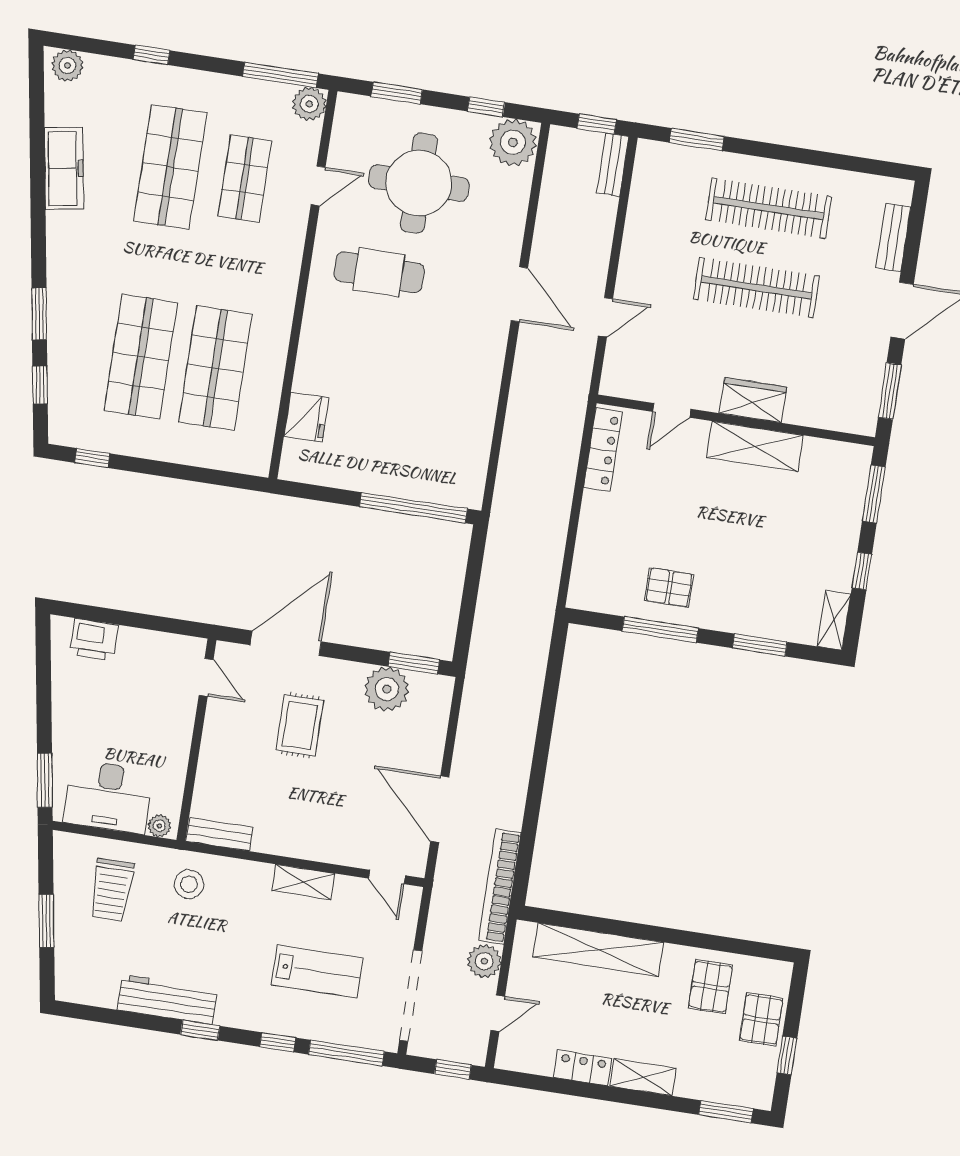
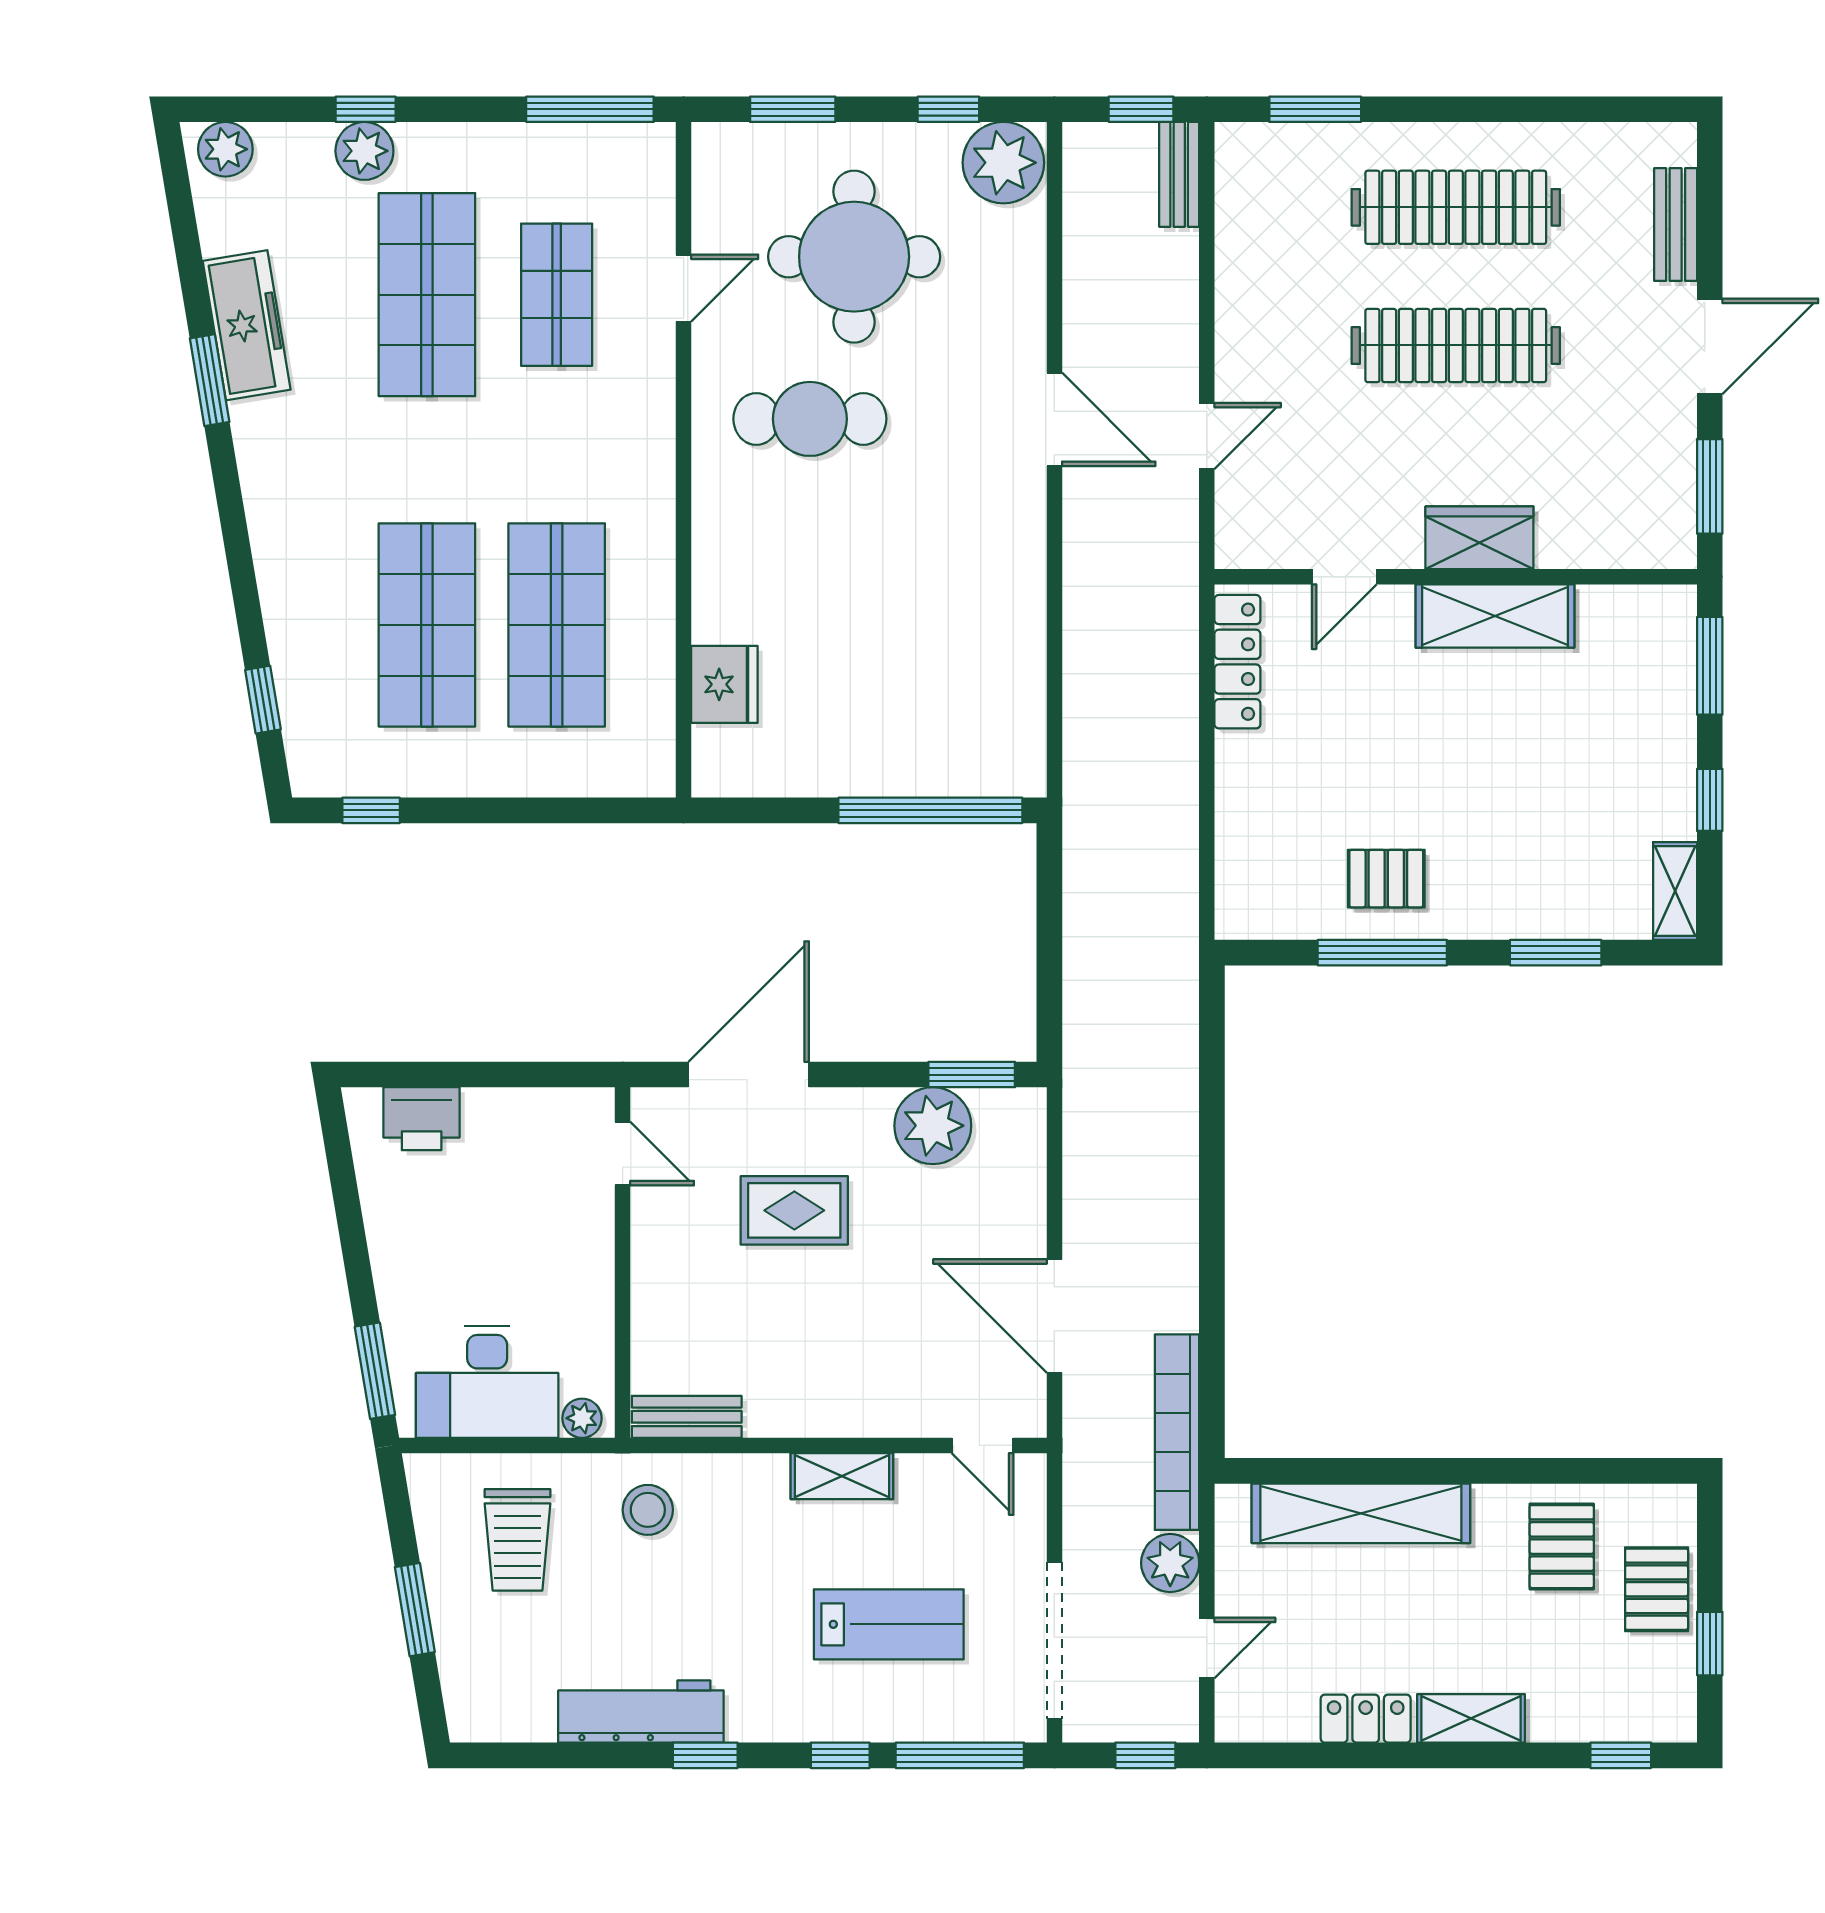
plant: (309, 104) -> (364, 151), moved
window: (39, 314) -> (210, 380), moved
rug: (300, 725) -> (794, 1210), turned 90
window: (726, 1112) -> (1621, 1755), width x0.67

